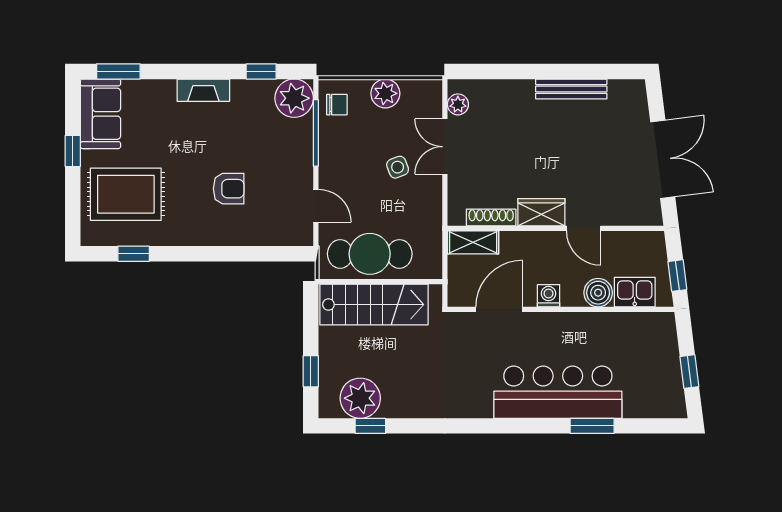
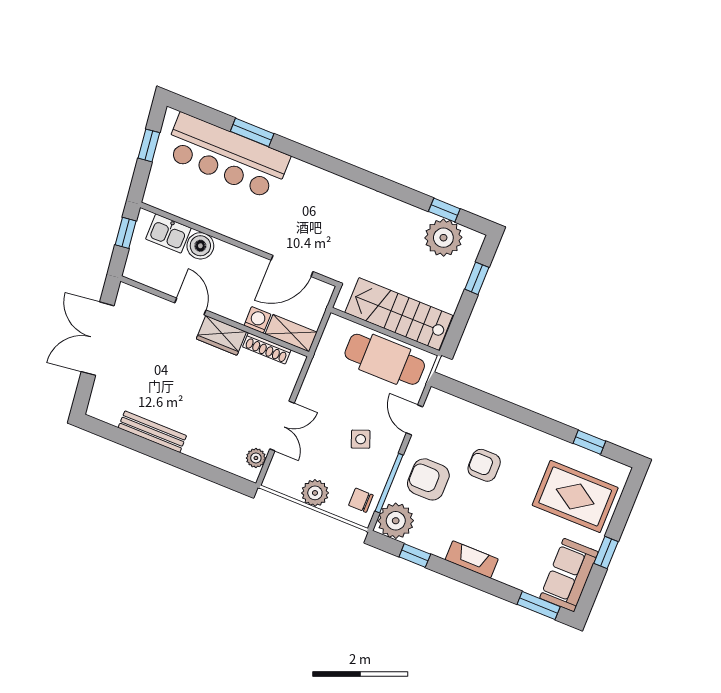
armchair: (278, 152) -> (428, 479), added
side table: (398, 167) -> (361, 439), moved
washing machine: (549, 296) -> (257, 320), moved, turned 180
bar counter: (558, 392) -> (227, 156), moved

